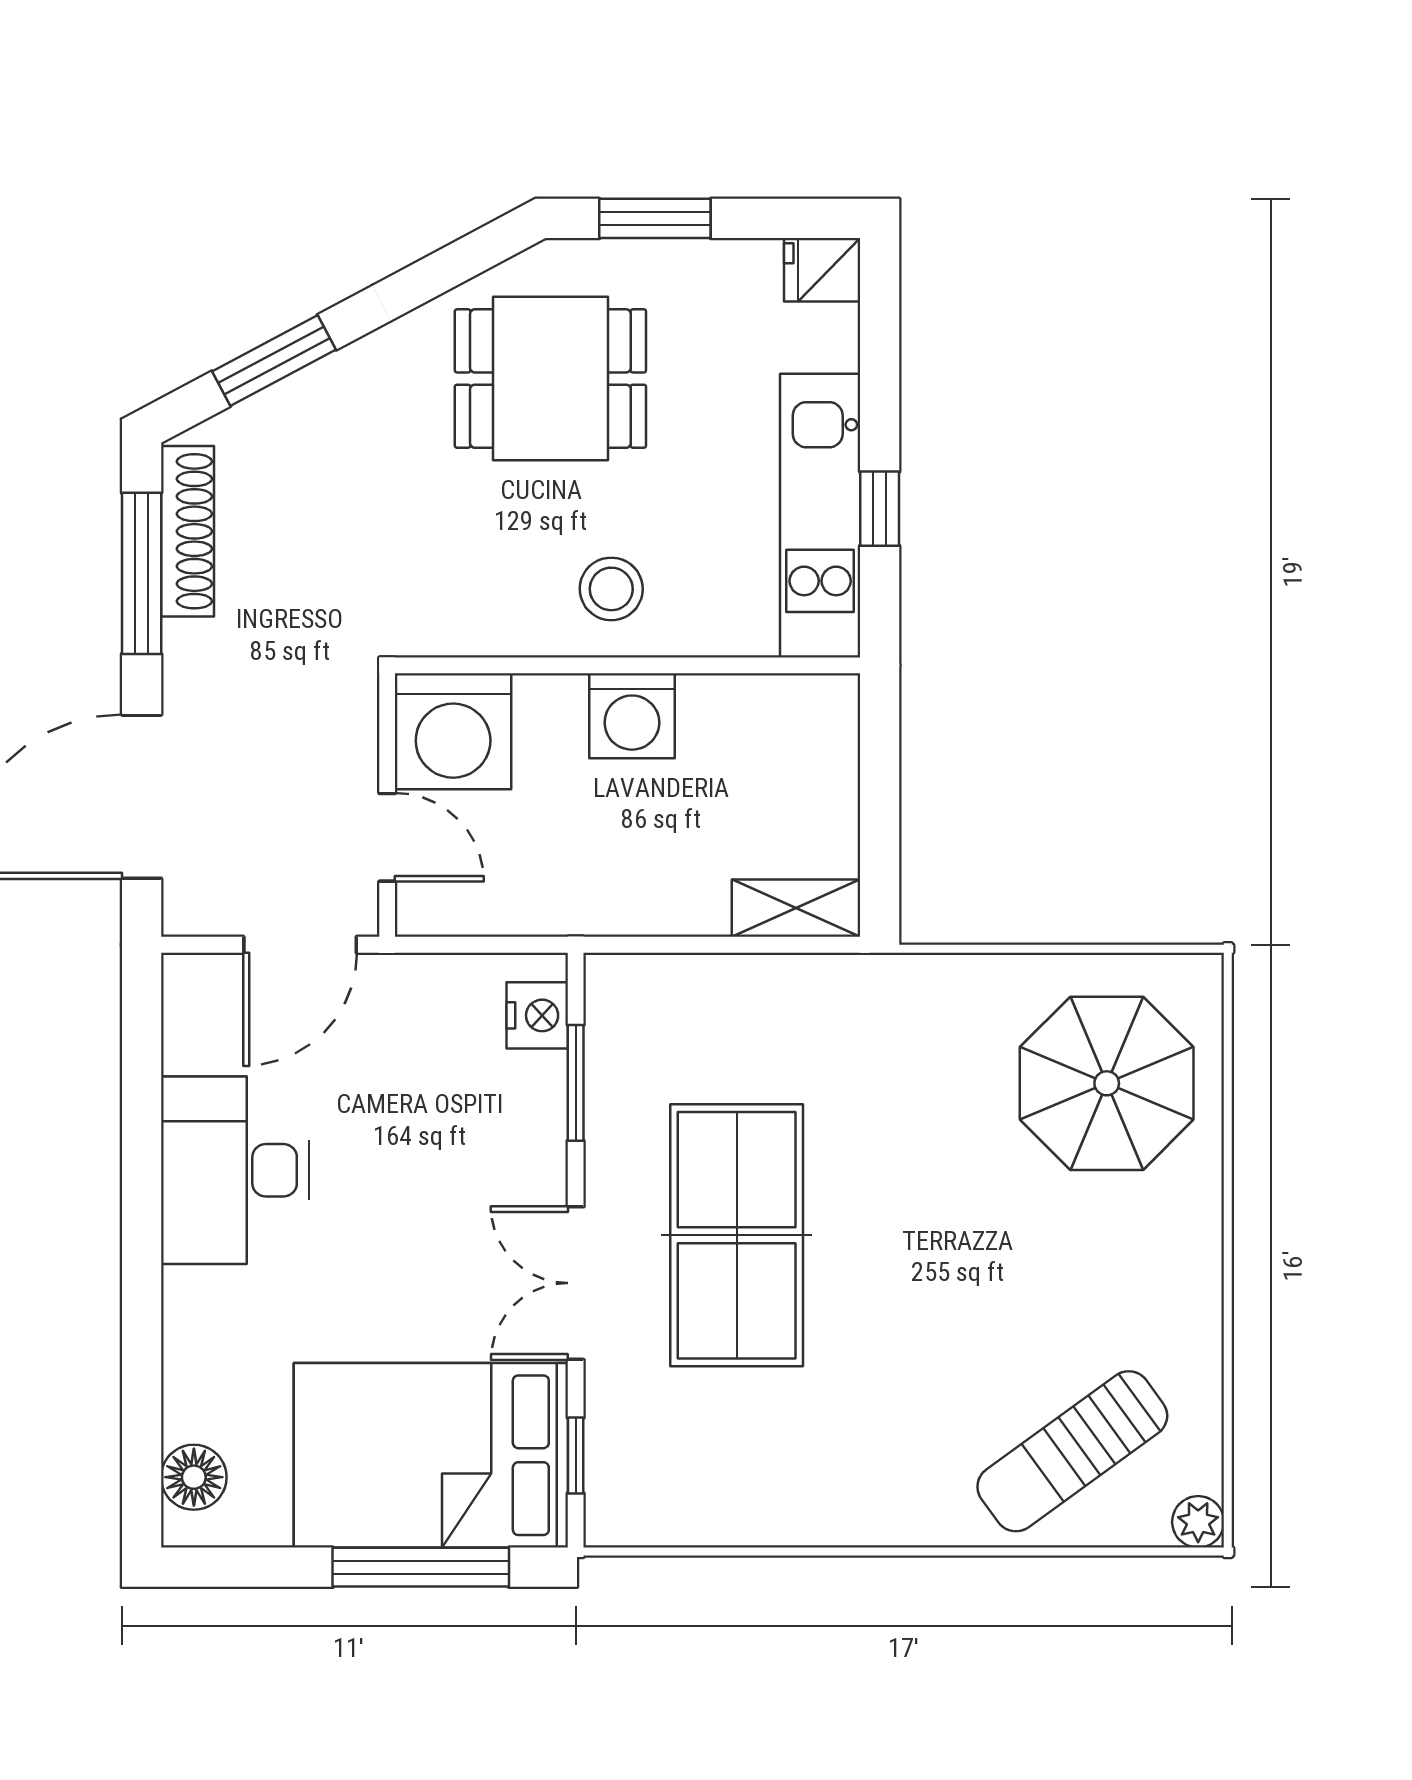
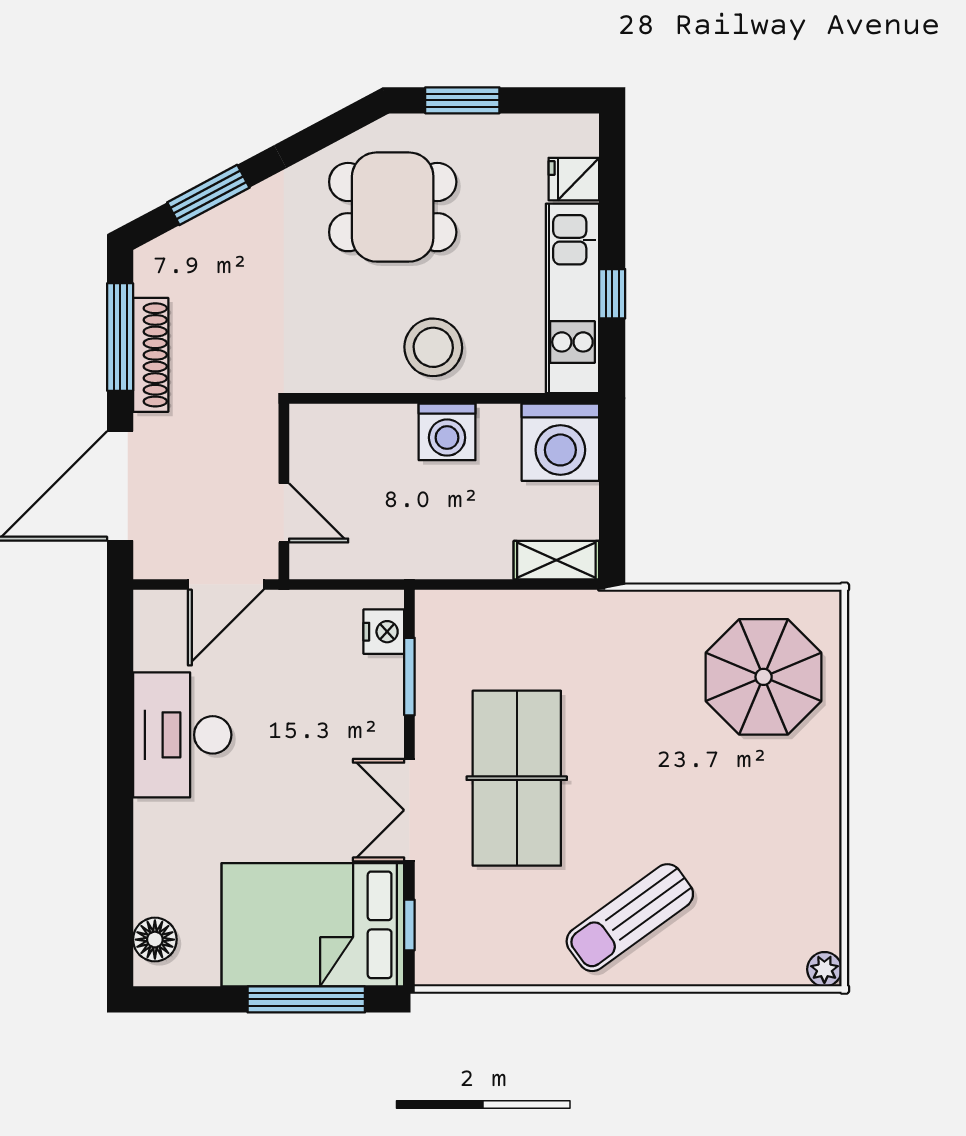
fridge: (822, 270) -> (574, 179), moved
shoe rack: (187, 531) -> (151, 355), moved
stool: (611, 589) -> (433, 347), width x1.38, depth x1.38
washing machine: (453, 731) -> (560, 442), moved
sun lounger: (1072, 1451) -> (630, 918), moved

